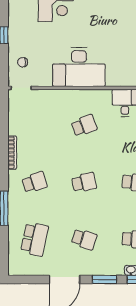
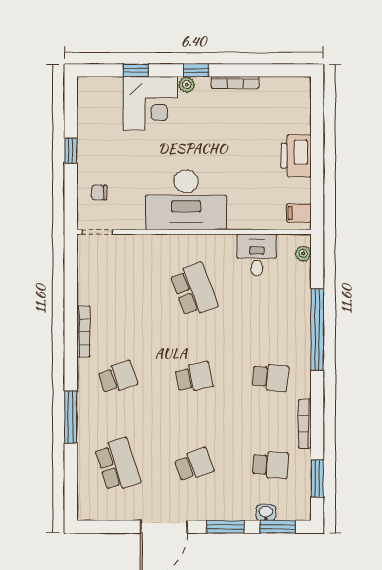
school desk: (84, 126) -> (194, 290), width x1.85
school desk: (34, 239) -> (118, 465), turned -30
school desk: (84, 239) -> (194, 465), turned -39

